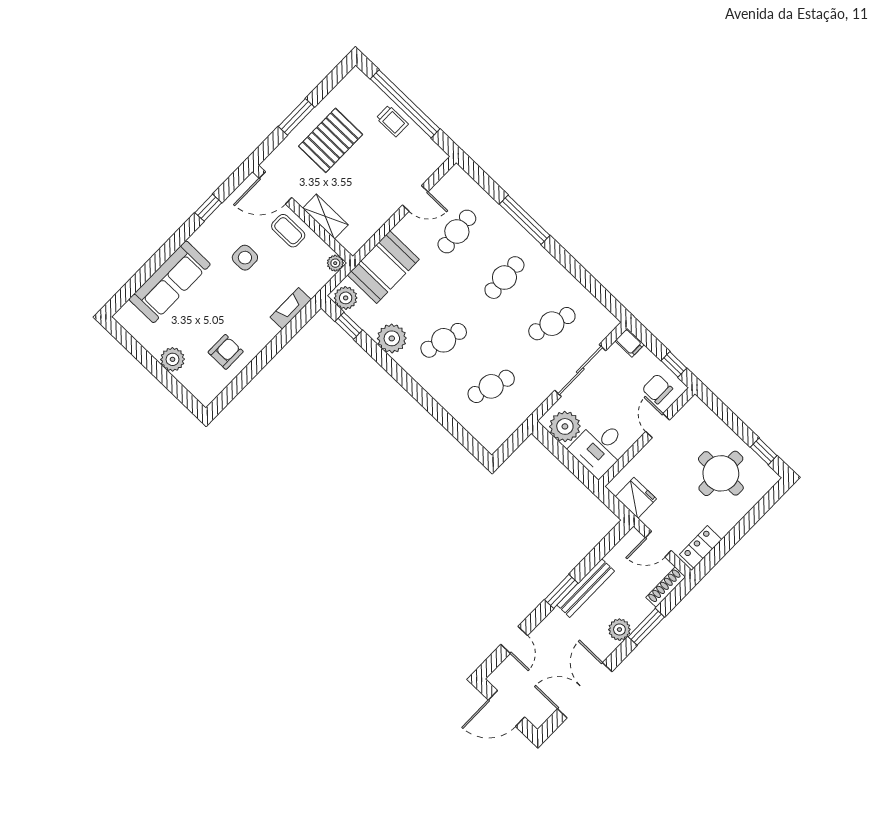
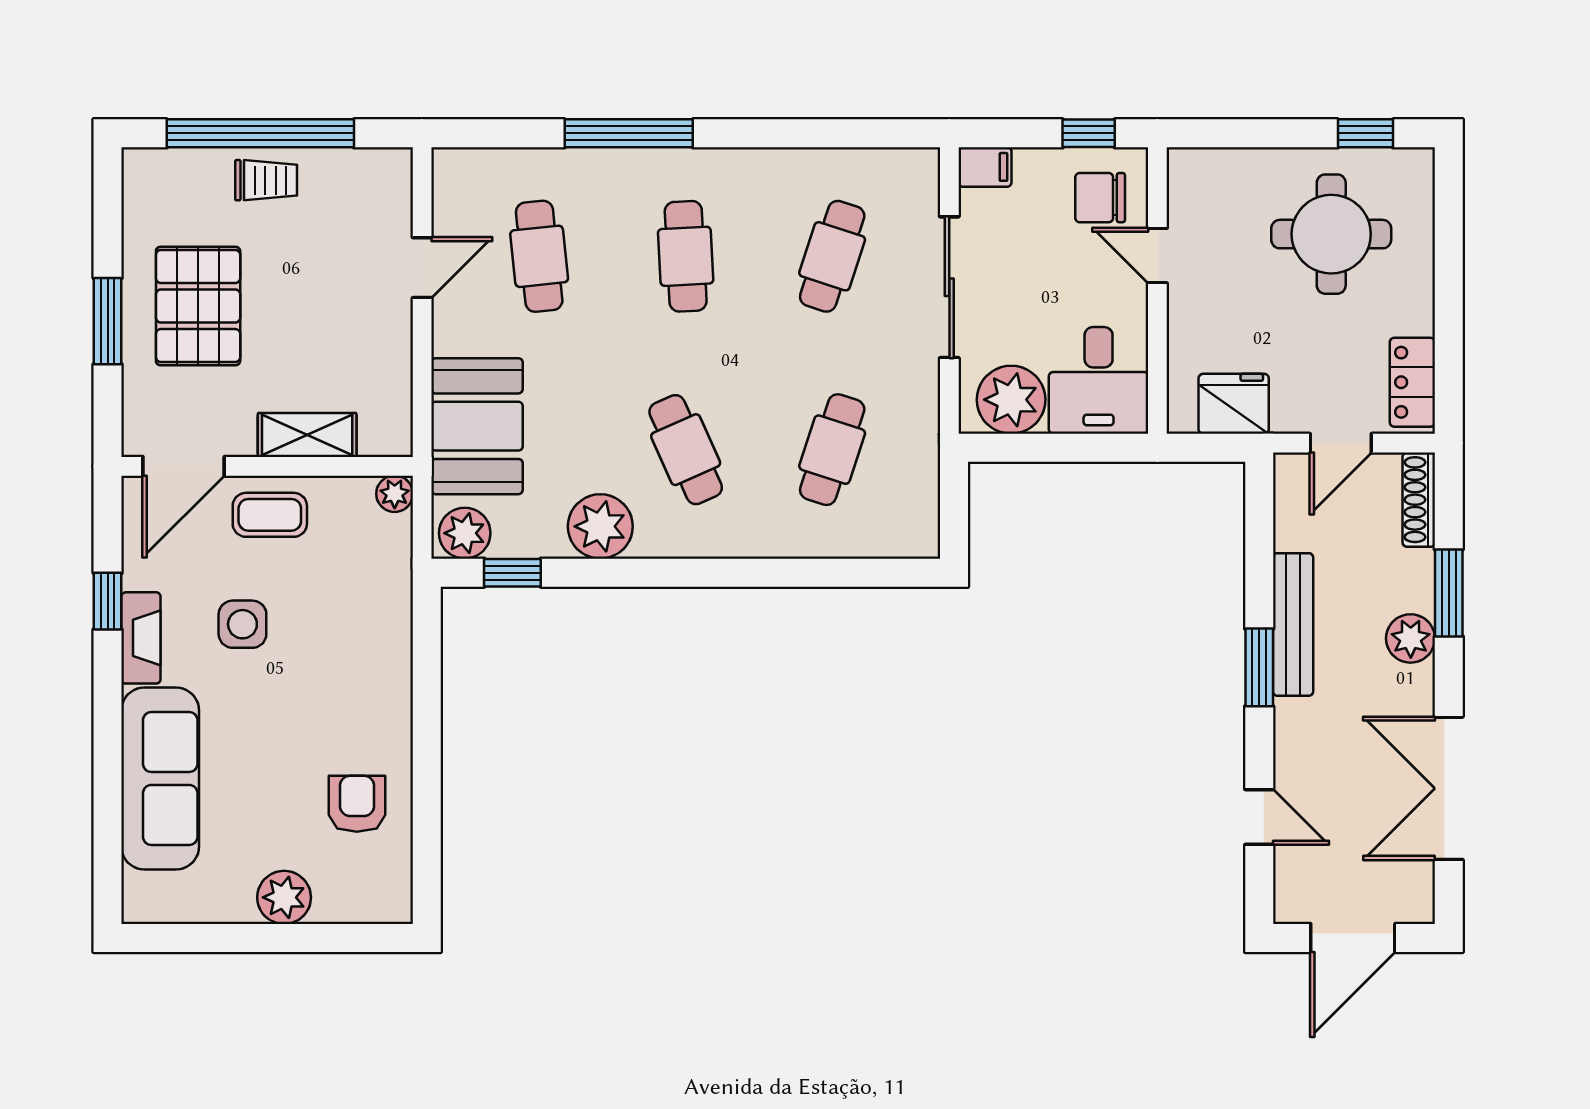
fireplace: (291, 308) -> (141, 638), moved, turned 180
cafe table: (444, 340) -> (686, 450), turned -39

